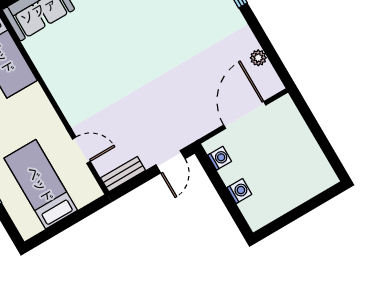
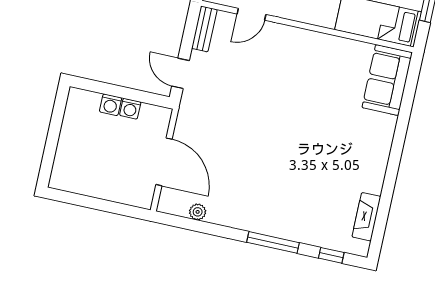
washing machine: (220, 158) -> (130, 109), moved

